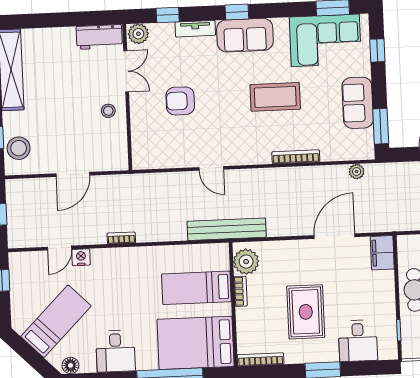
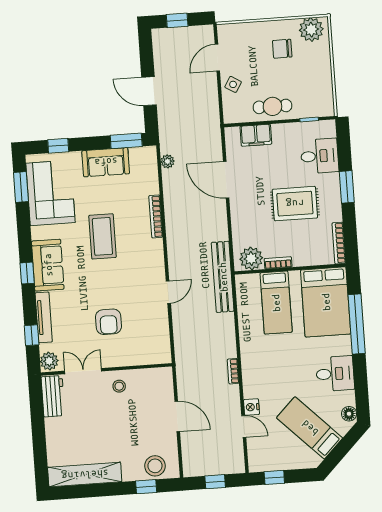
tv unit: (195, 29) -> (44, 317), width x1.41
filing cabinet: (382, 253) -> (256, 135), moved

